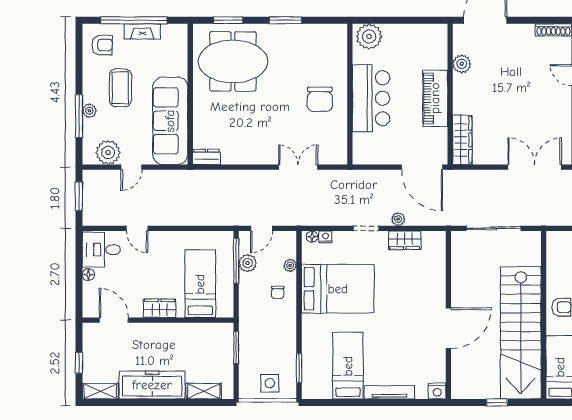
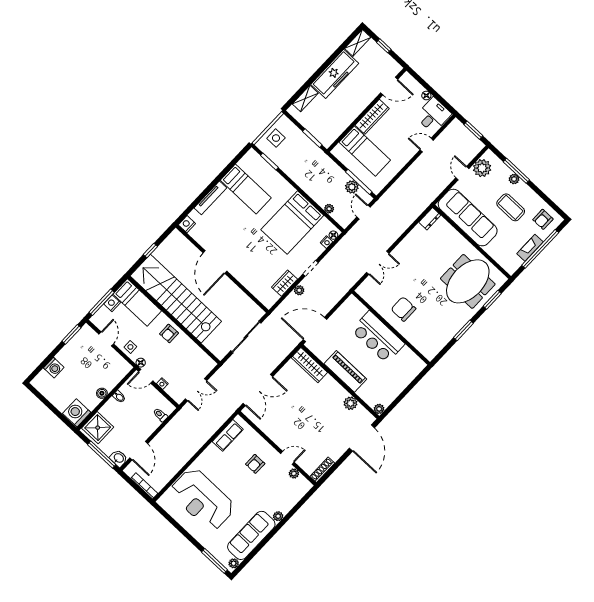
plant: (369, 36) -> (379, 409), moved, width x0.53, depth x0.53
chair: (278, 292) -> (321, 188), removed
wardrobe: (160, 308) -> (372, 117), width x1.50

